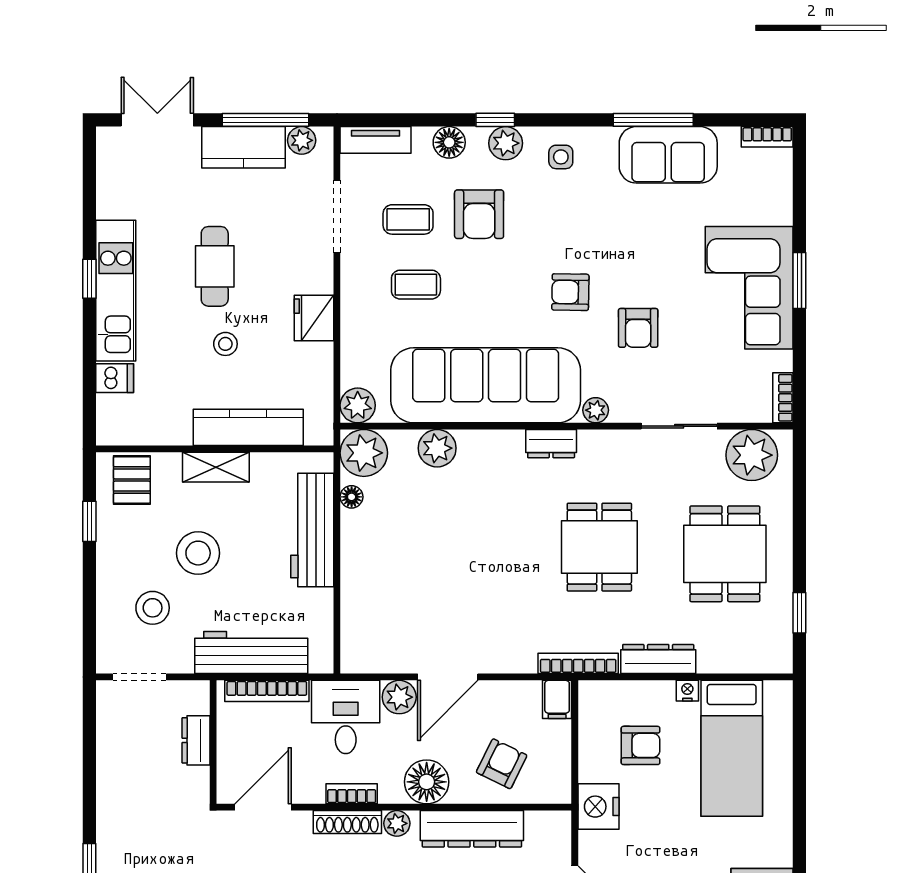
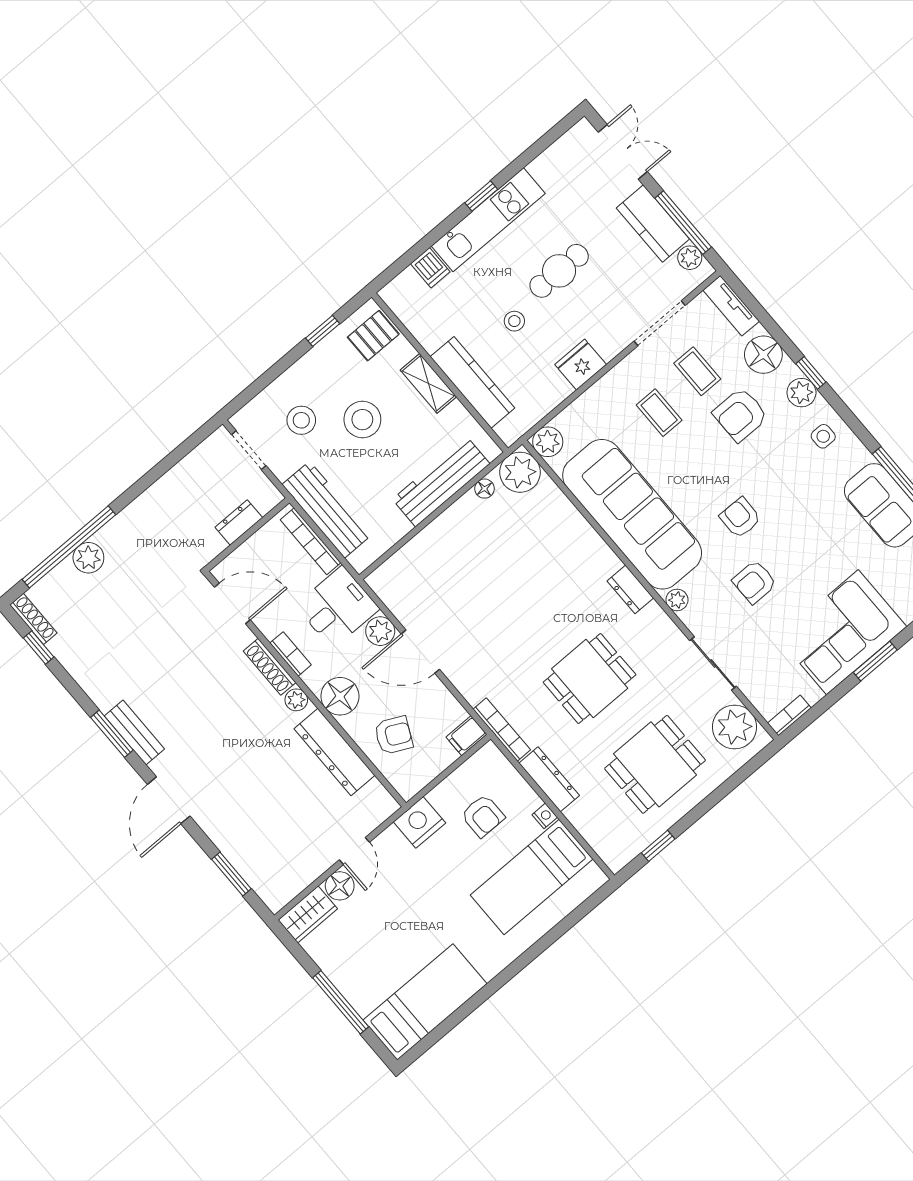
floor lamp: (449, 142) -> (763, 355), width x1.38, depth x1.38
plant: (437, 448) -> (564, 517), removed

